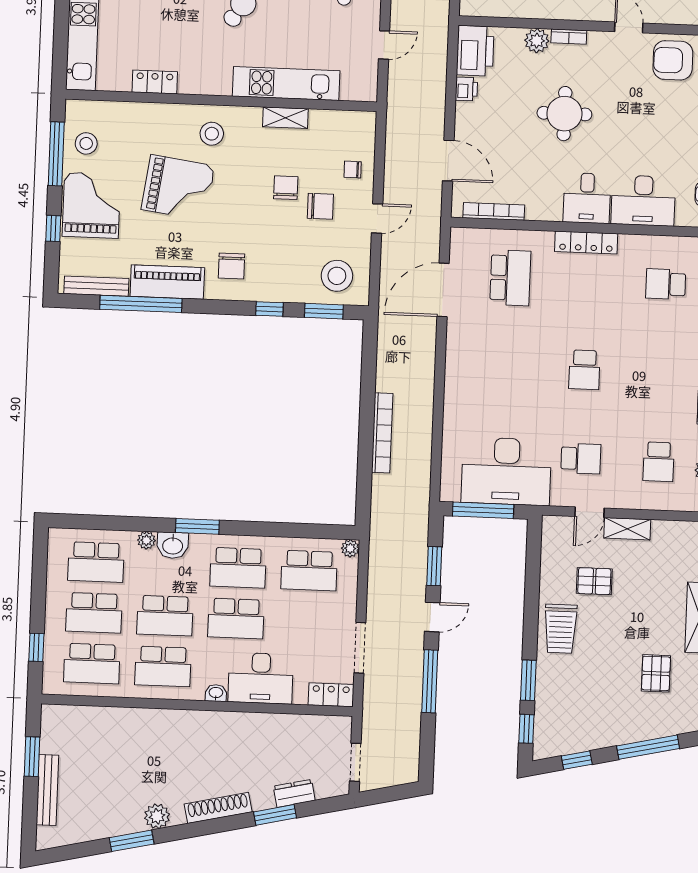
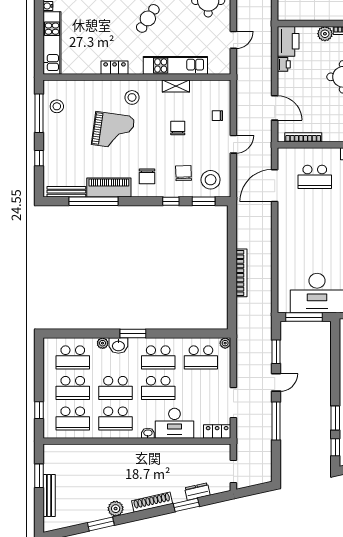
locker: (155, 82) -> (115, 68), moved
grand piano: (91, 205) -> (61, 143), removed
chair: (320, 206) -> (183, 173), moved, turned -92
school desk: (510, 278) -> (315, 177), turned 90

